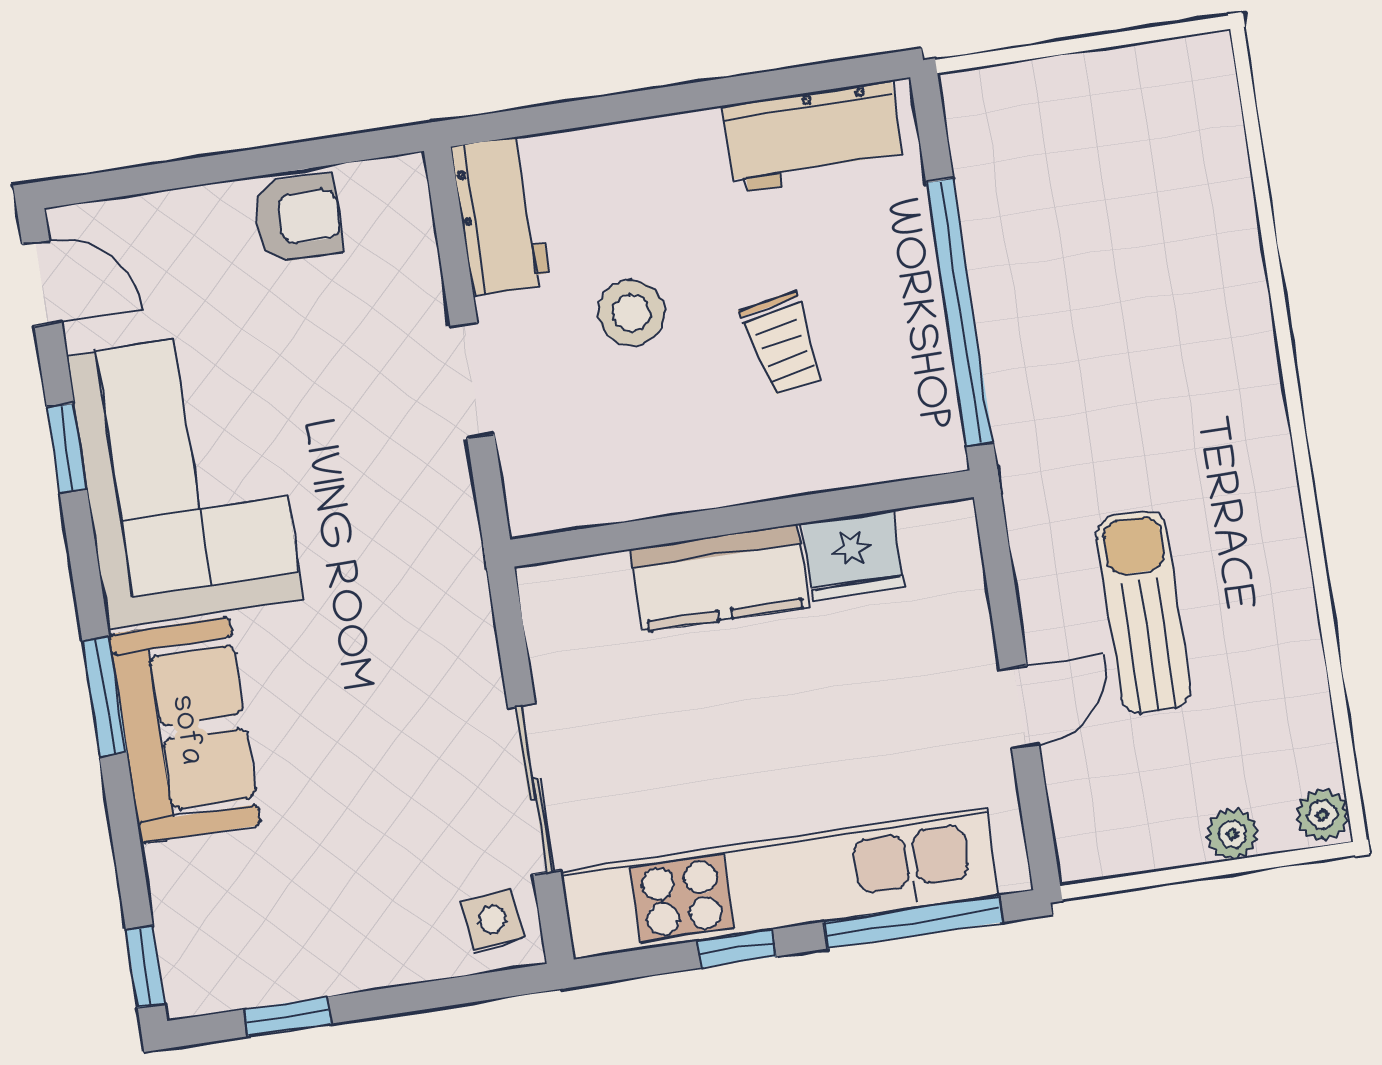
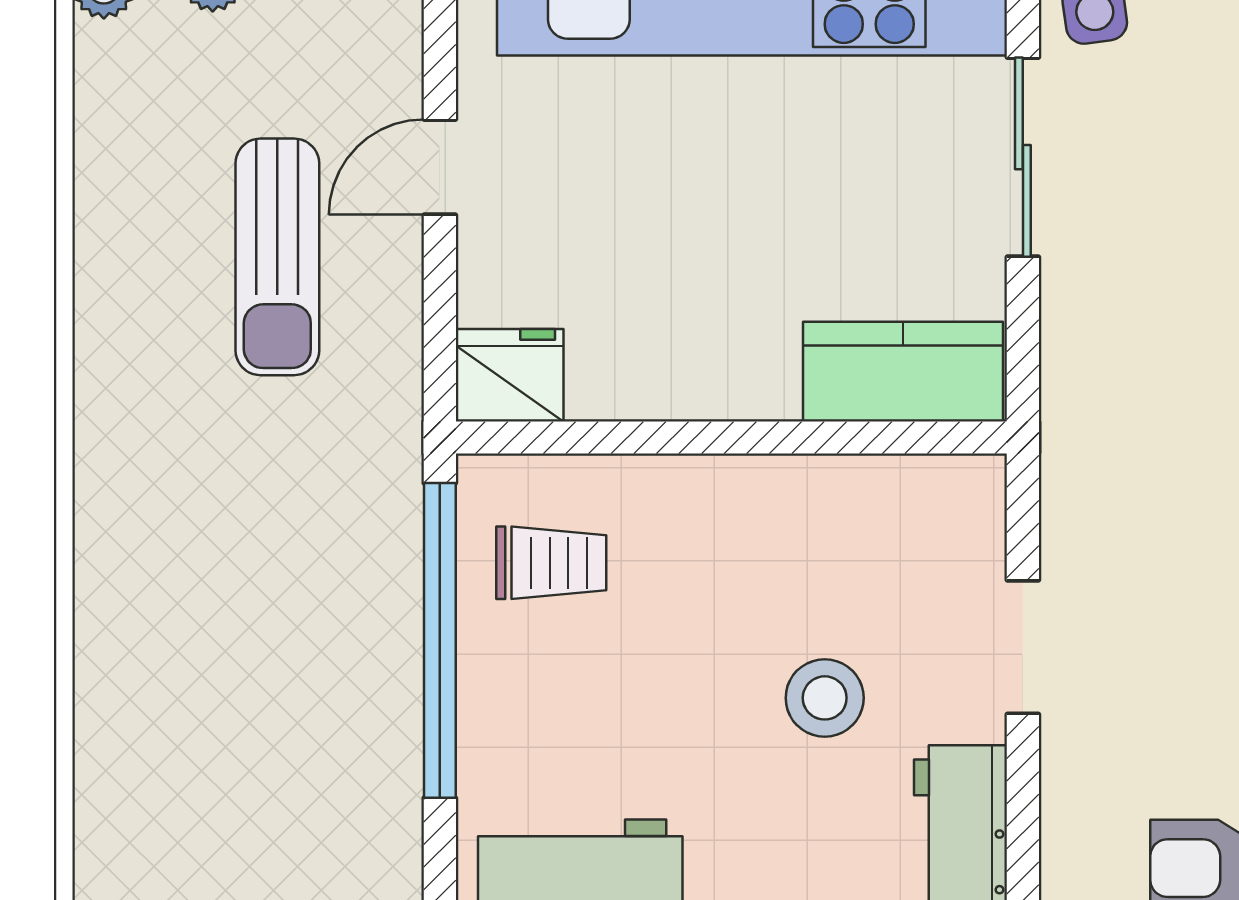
trolley: (782, 344) -> (551, 563), moved, turned 101
fridge: (853, 555) -> (510, 375), moved
kitchen counter: (720, 578) -> (903, 372), moved

